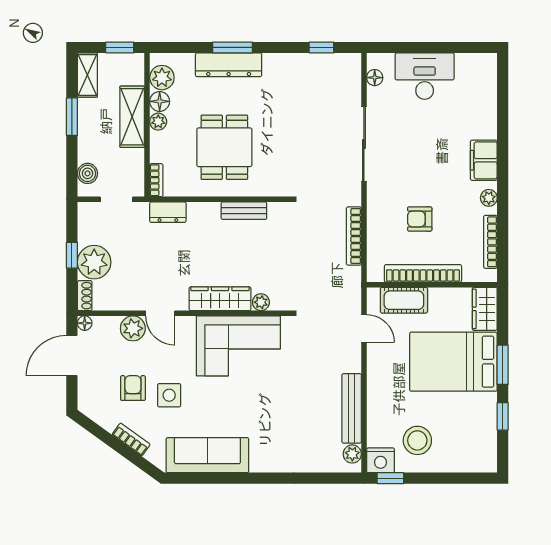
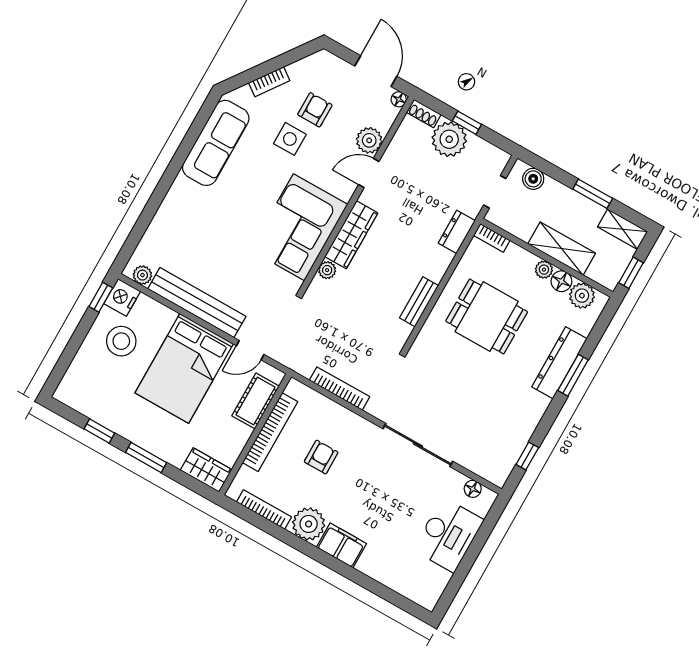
plant: (489, 198) -> (309, 524), width x1.88, depth x1.88
bed: (453, 362) -> (184, 368), moved, turned 180
armchair: (133, 388) -> (315, 110), turned -90
bench: (352, 408) -> (197, 303), width x1.37, depth x1.21

